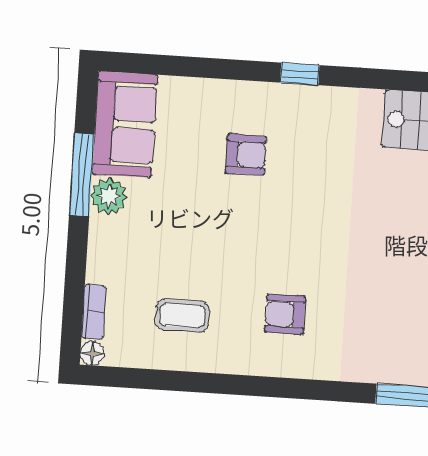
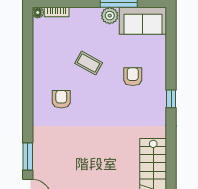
armchair: (246, 155) -> (133, 77), turned 180
coffee table: (182, 315) -> (89, 63), moved, turned -61

